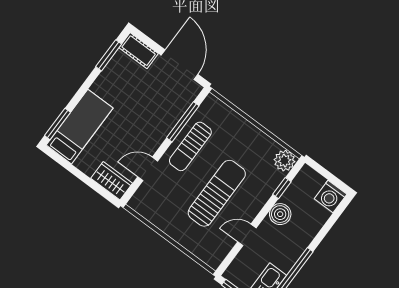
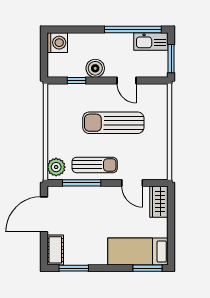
plant: (285, 161) -> (56, 167), moved

